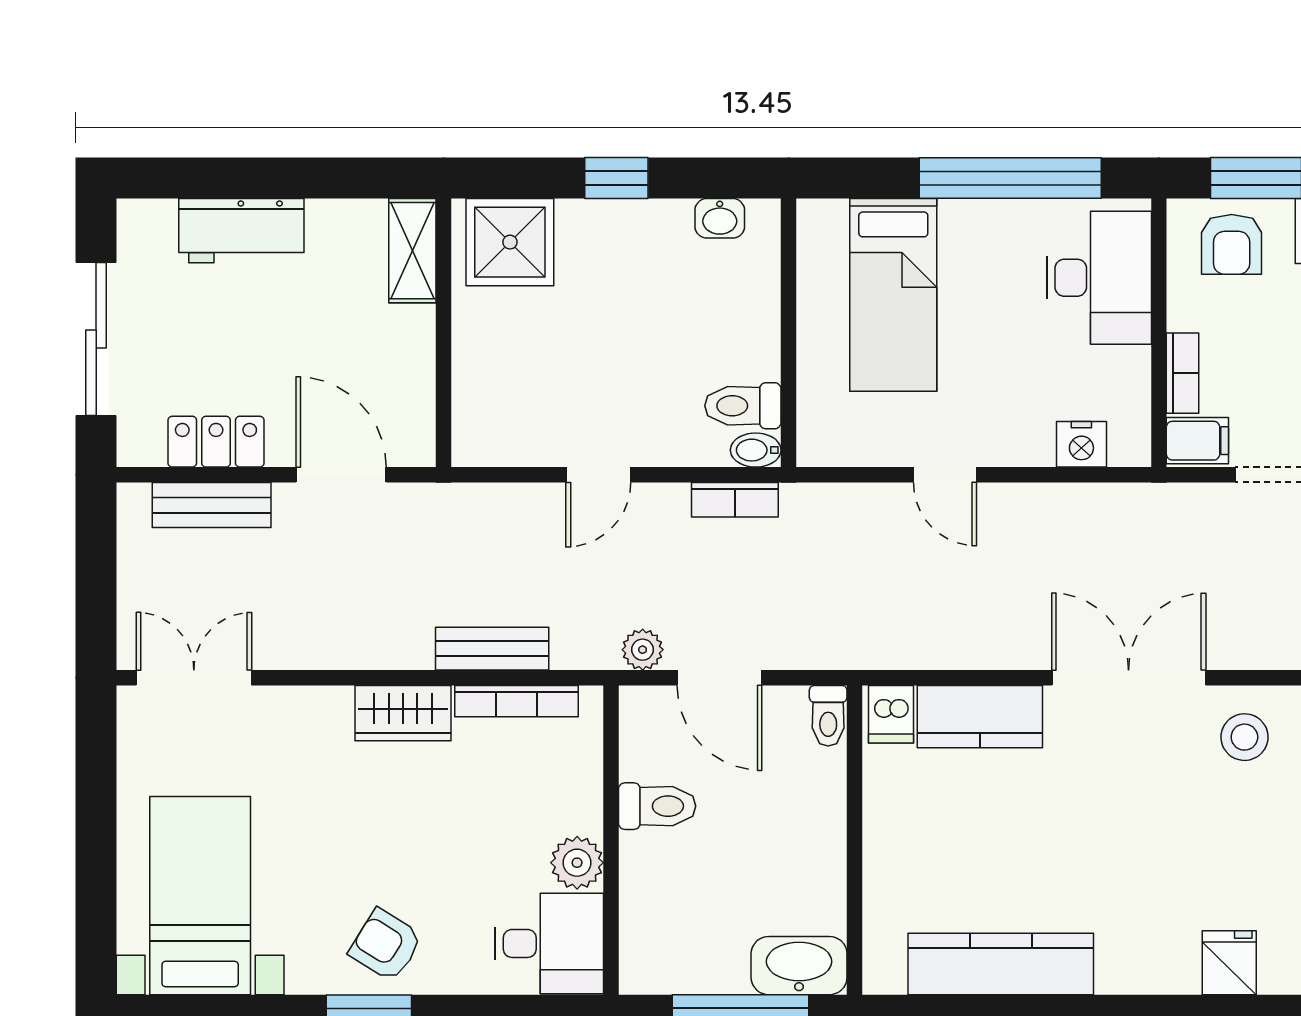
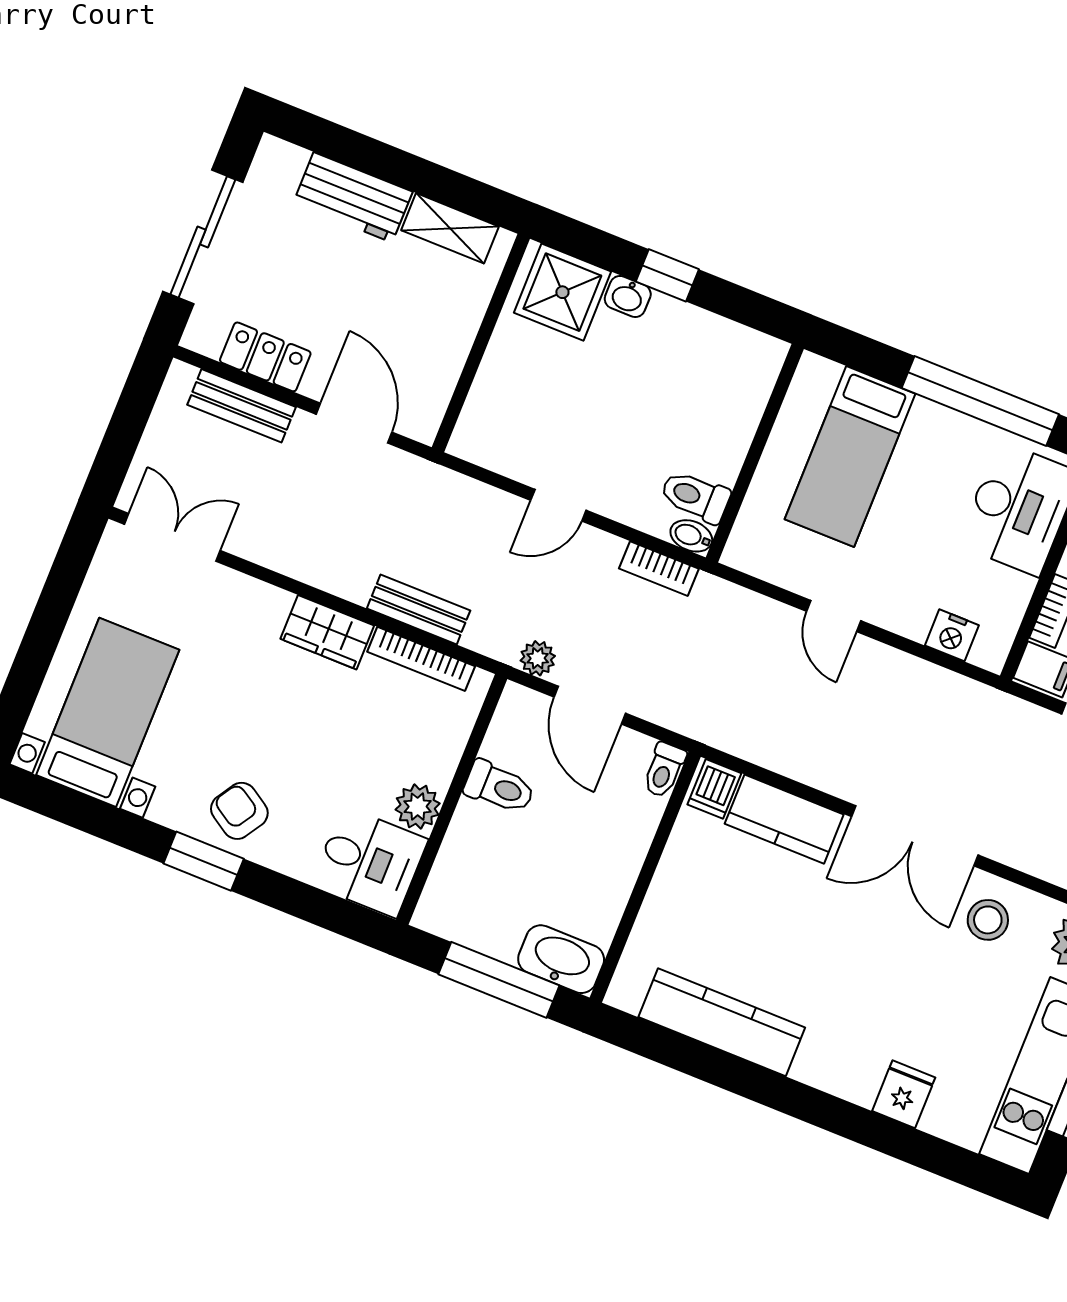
washbasin: (720, 218) -> (628, 296), moved
shelving: (412, 251) -> (450, 228), moved, turned 90
double door: (1129, 678) -> (915, 836), swing flipped

